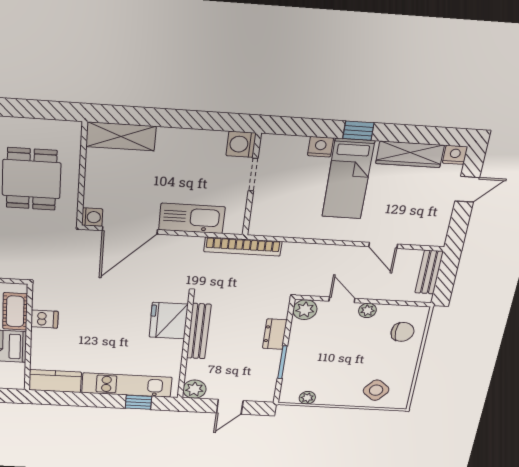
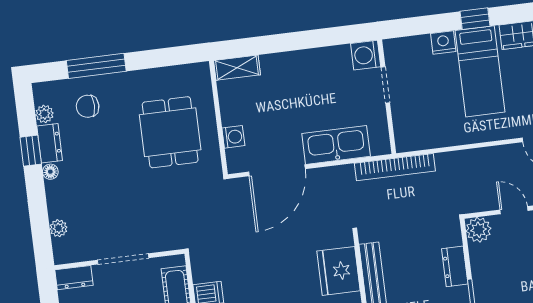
shelving: (121, 136) -> (237, 68), width x0.67, depth x0.75
washing machine: (92, 217) -> (233, 137), moved

